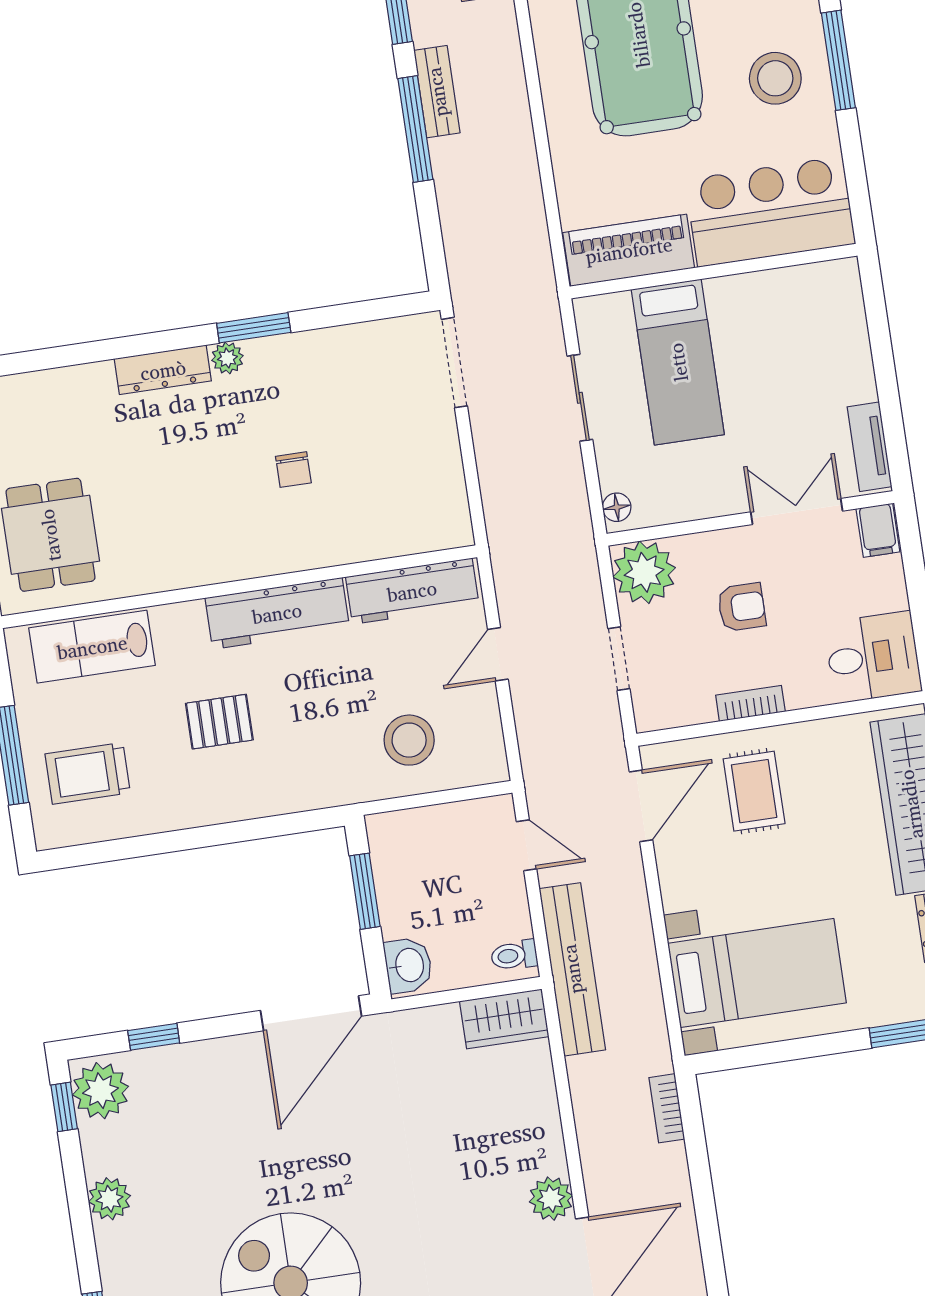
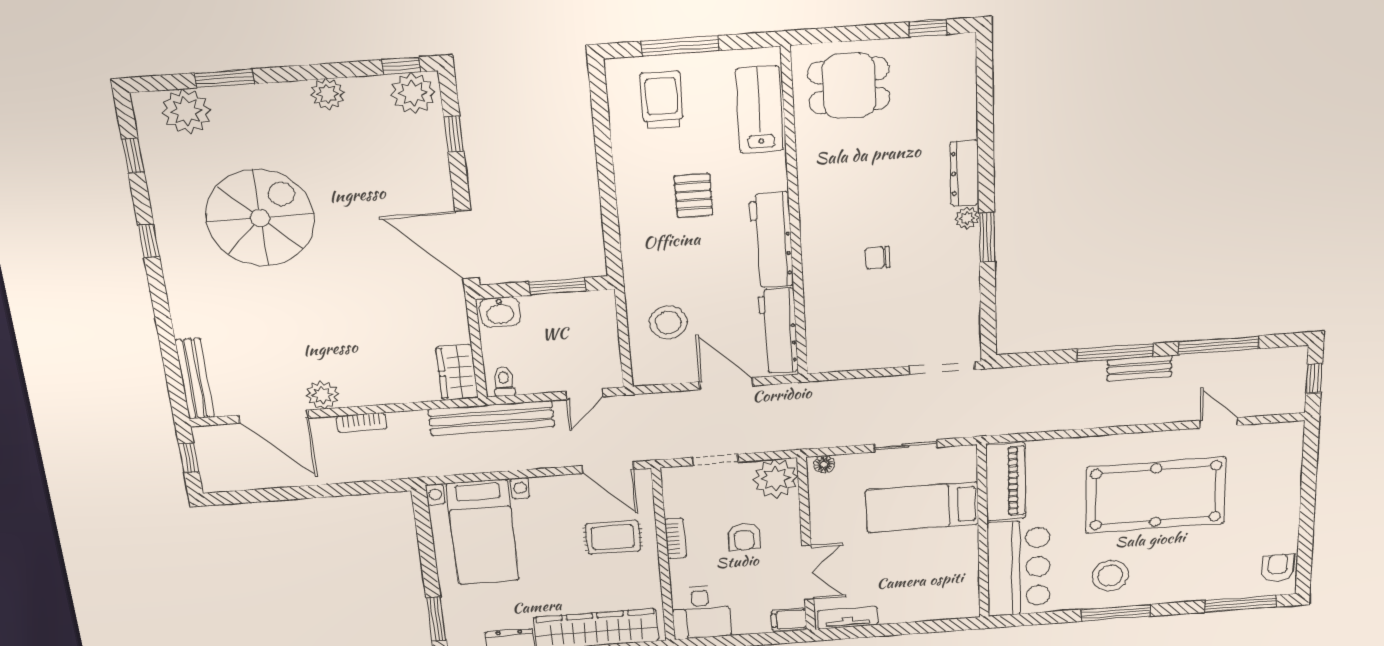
door: (498, 654) -> (726, 384), width x1.38
bookcase: (667, 1108) -> (361, 423), moved, turned 180

